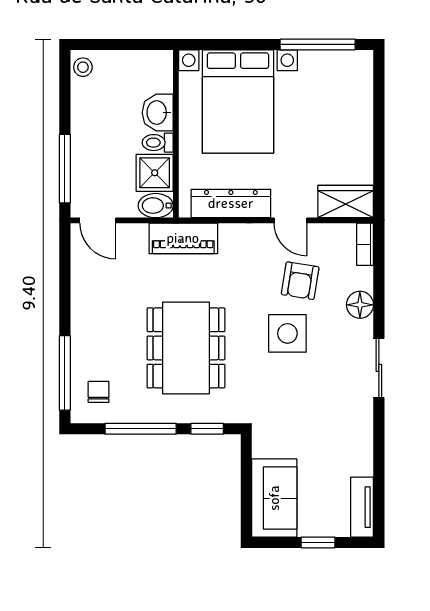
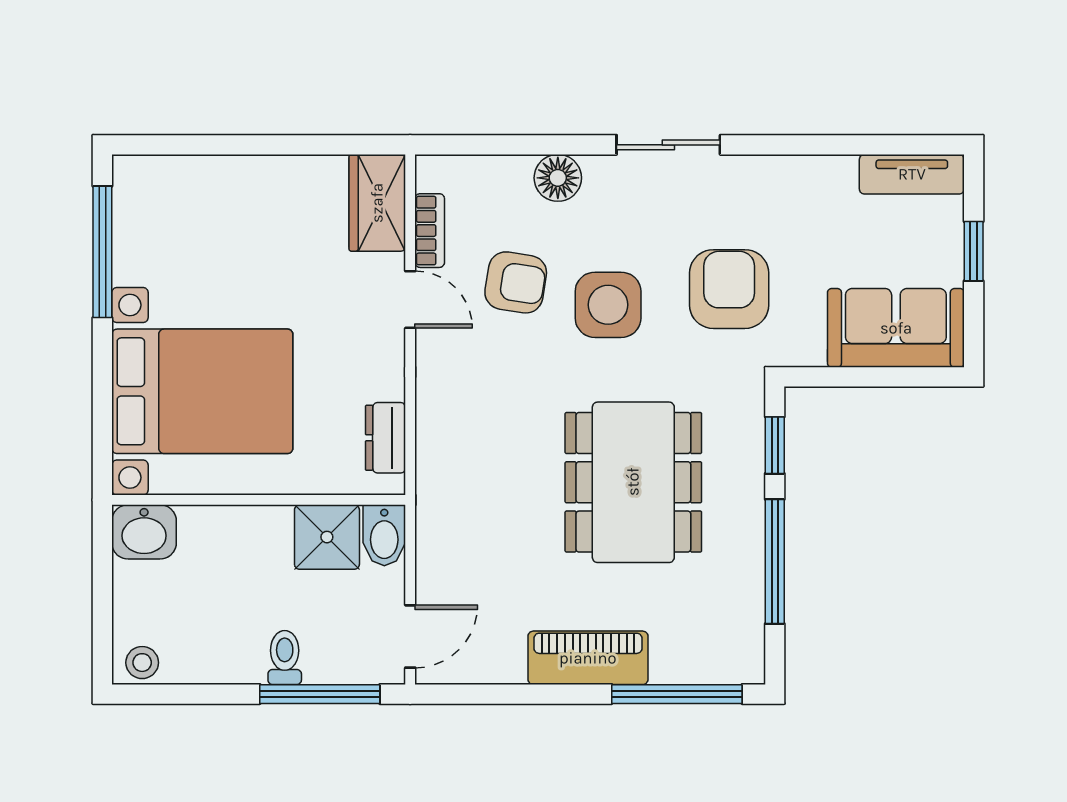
washbasin: (158, 113) -> (144, 532), moved
toilet: (158, 143) -> (285, 657), moved, turned 180
dresser: (231, 203) -> (385, 438), width x0.51, depth x0.80
door: (290, 220) -> (410, 300), hinge flipped
piano: (183, 238) -> (588, 658), moved, turned -90
bookcase: (365, 244) -> (430, 231), moved, turned -90
dining table: (186, 348) -> (633, 482), turned 90
chair: (99, 392) -> (710, 635), removed
armchair: (296, 403) -> (729, 289), added

